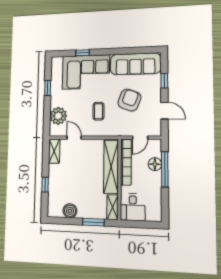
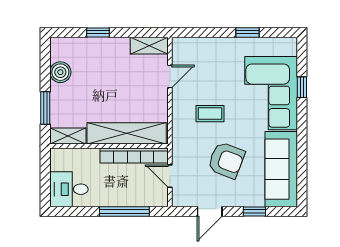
plant: (58, 116) -> (203, 51), removed
floor lamp: (155, 164) -> (131, 197), removed
desk: (133, 207) -> (69, 189), moved

